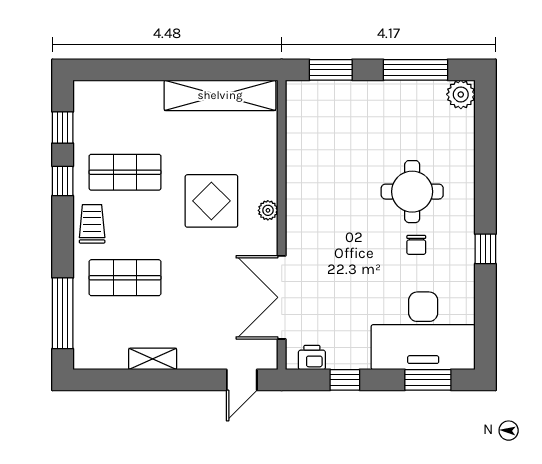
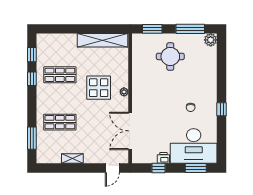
round table: (412, 192) -> (170, 56), moved
trolley: (92, 224) -> (45, 98), removed
window: (63, 313) -> (32, 138), width x0.69
printer: (312, 357) -> (163, 158), moved

